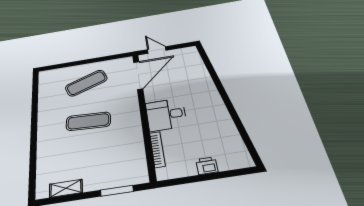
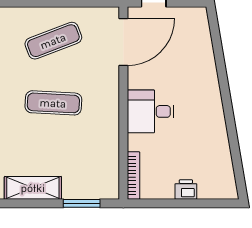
bookcase: (157, 149) -> (134, 175), moved
shelving: (66, 188) -> (33, 188), width x1.50, depth x1.33

